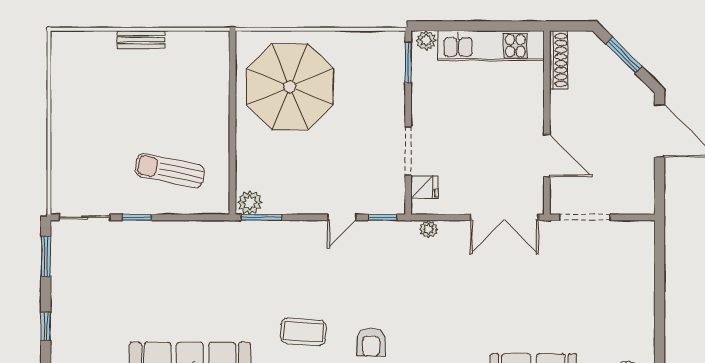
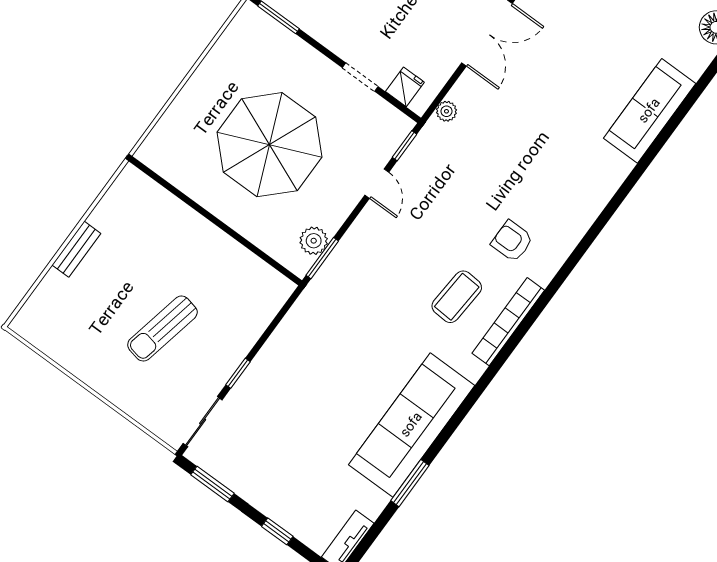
parasol: (290, 87) -> (269, 145), moved
doorway: (408, 151) -> (360, 77), width x0.73
sun lounger: (170, 171) -> (162, 329), moved
plant: (250, 202) -> (314, 241), moved
armchair: (371, 342) -> (512, 241), turned 180

